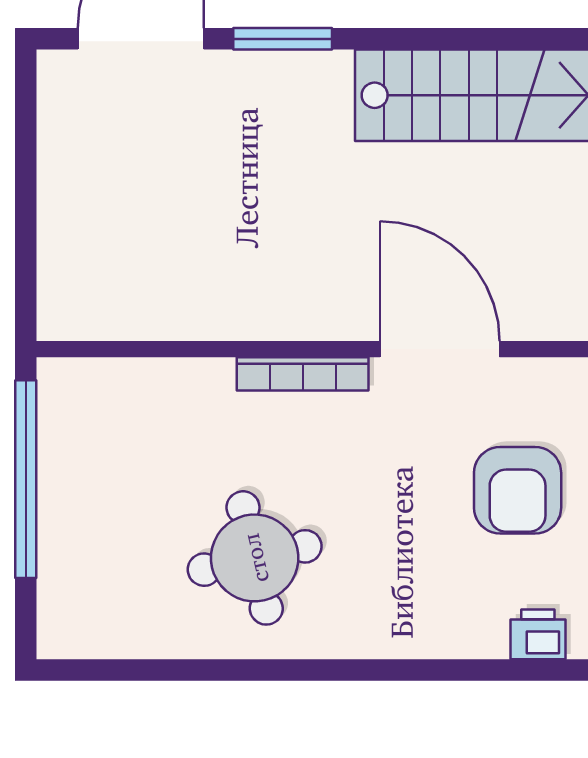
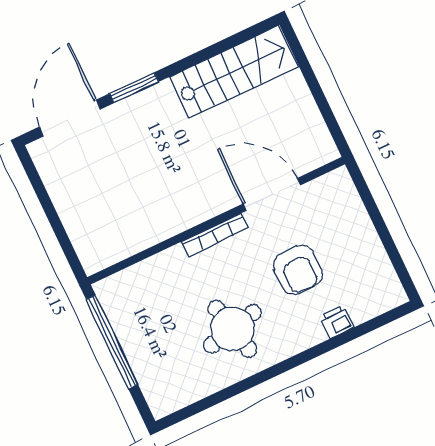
armchair: (518, 490) -> (298, 270), moved
printer: (538, 634) -> (337, 322), moved

